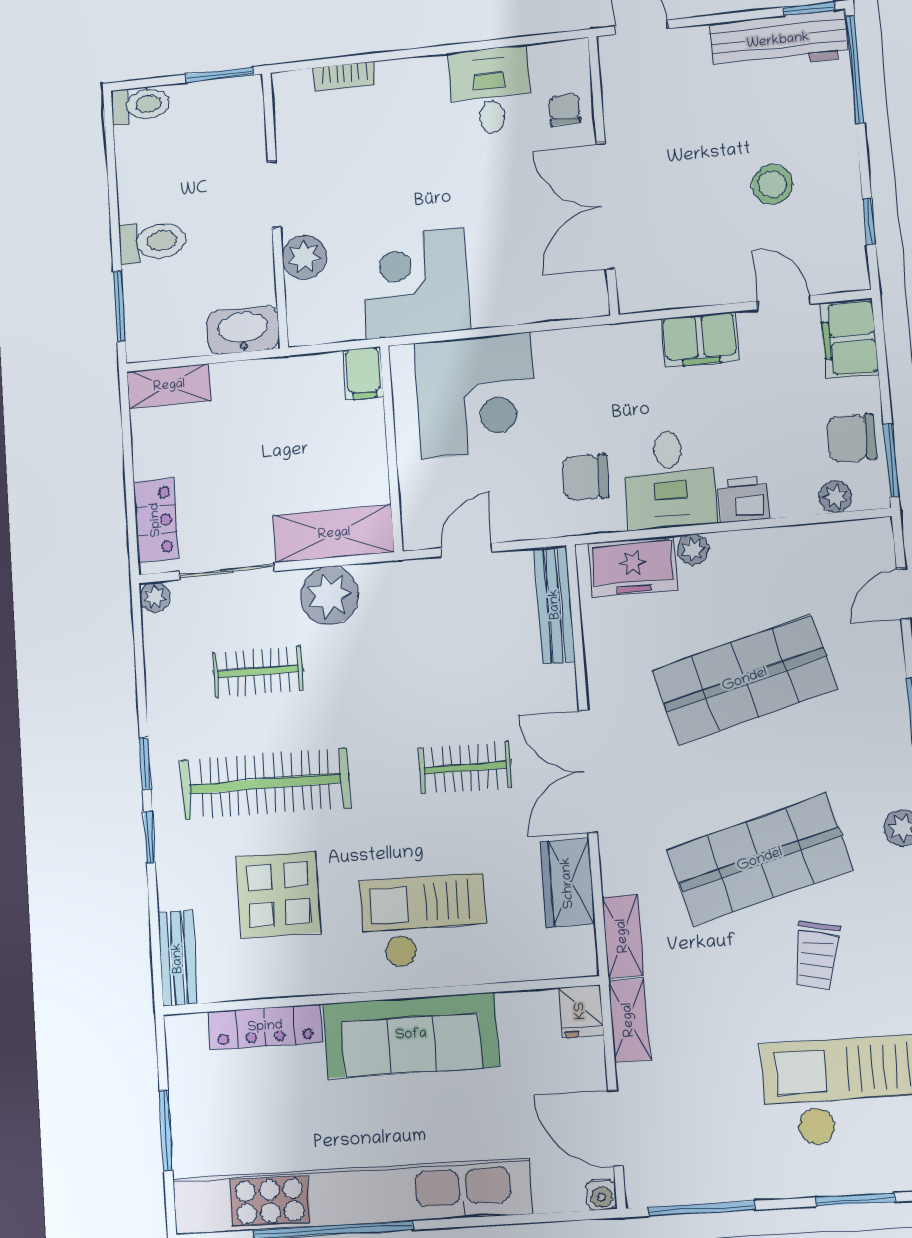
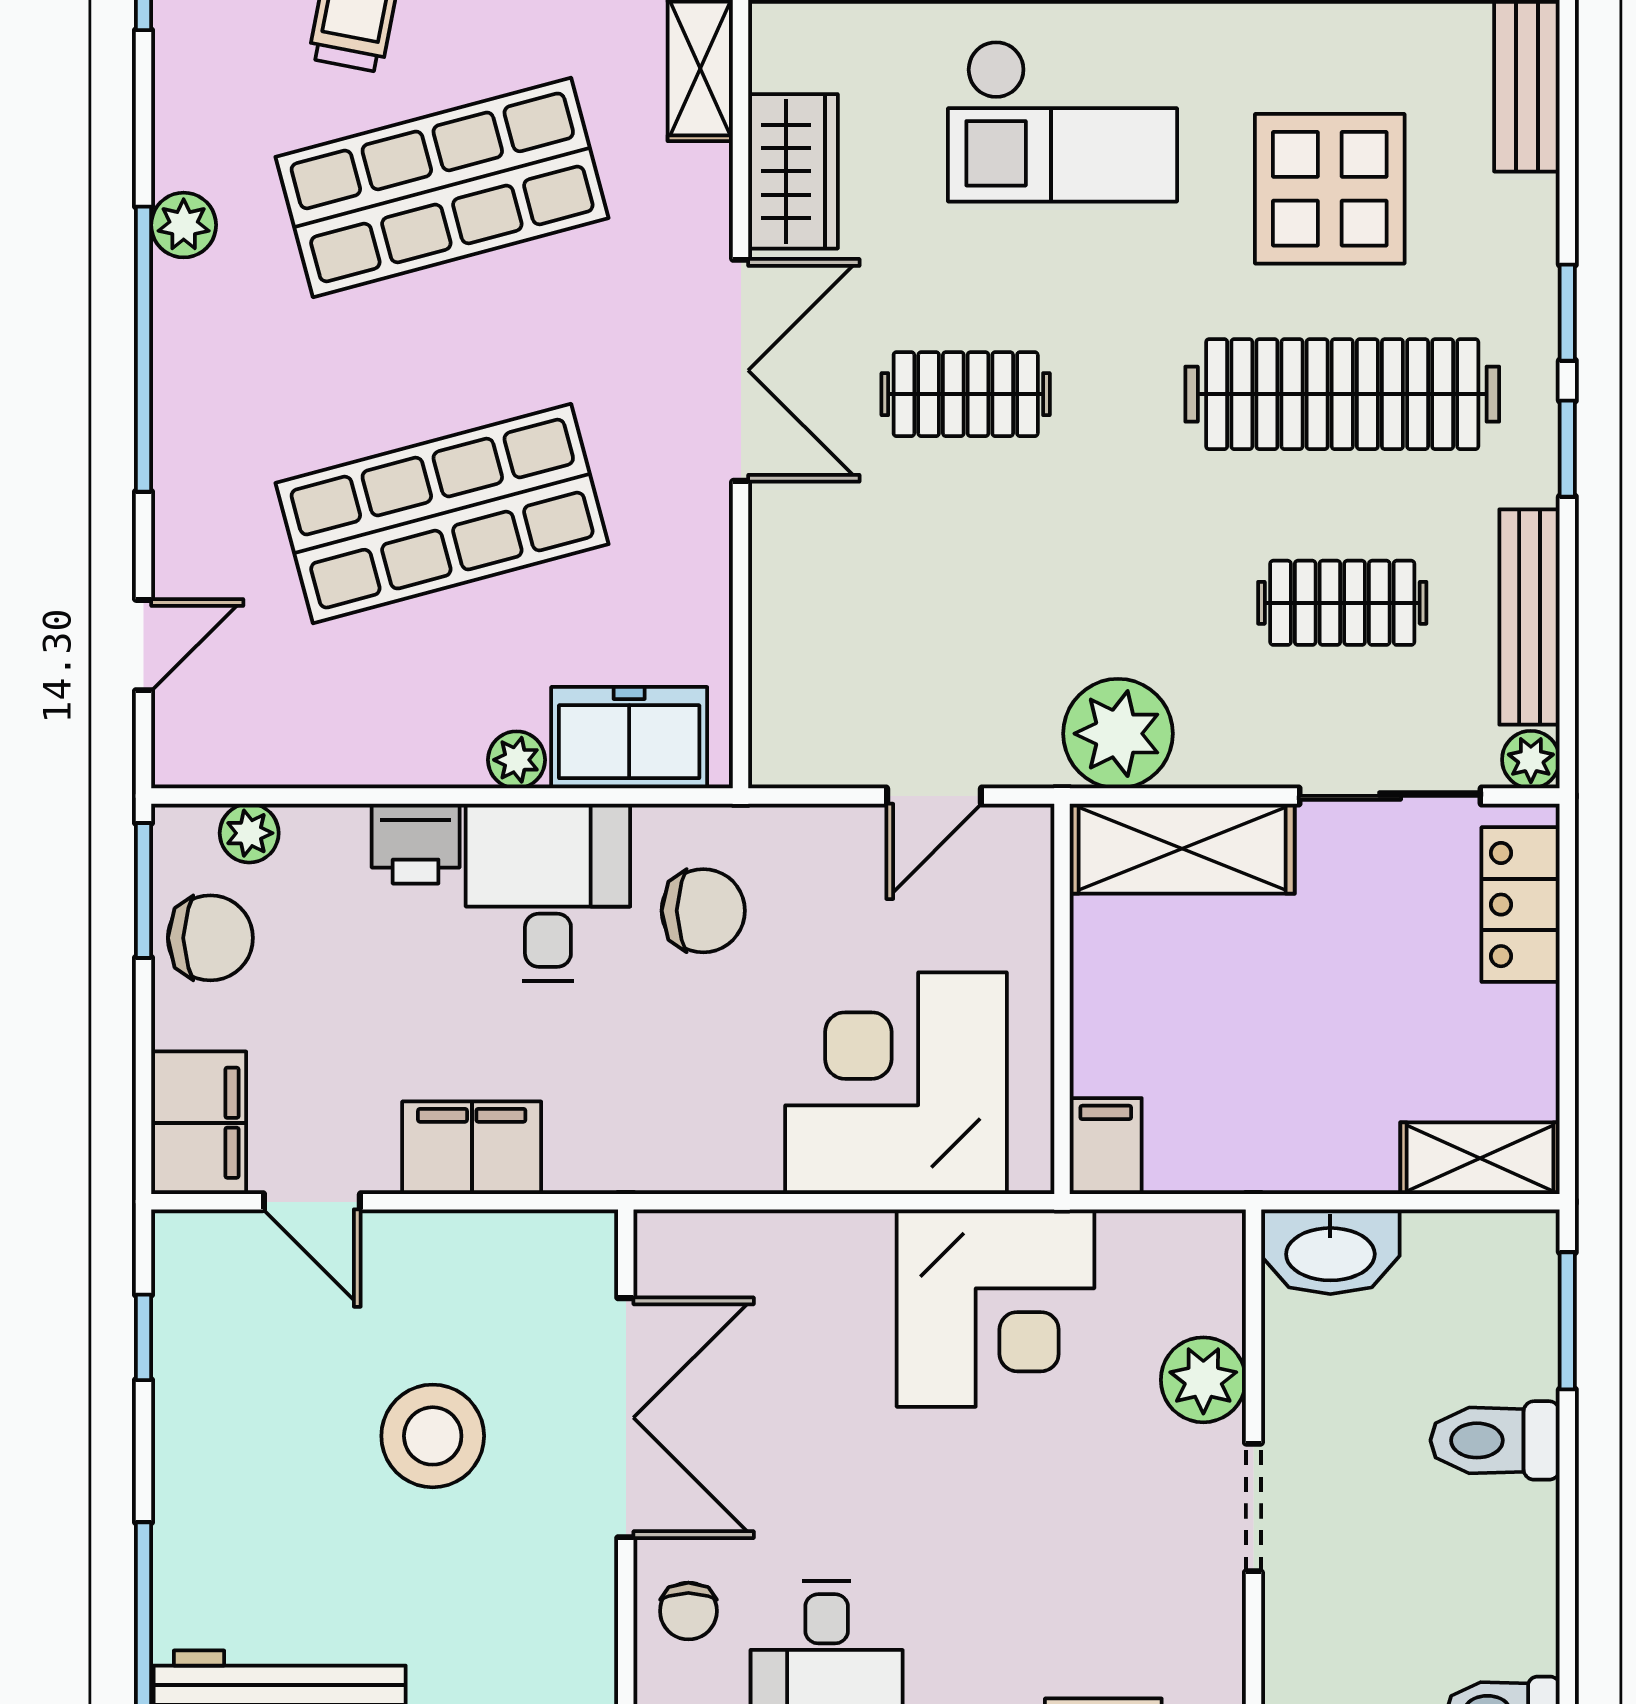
stool: (772, 184) -> (433, 1436), moved, width x1.38, depth x1.38
plant: (330, 595) -> (1118, 734), moved
bench: (555, 604) -> (1529, 617), moved

